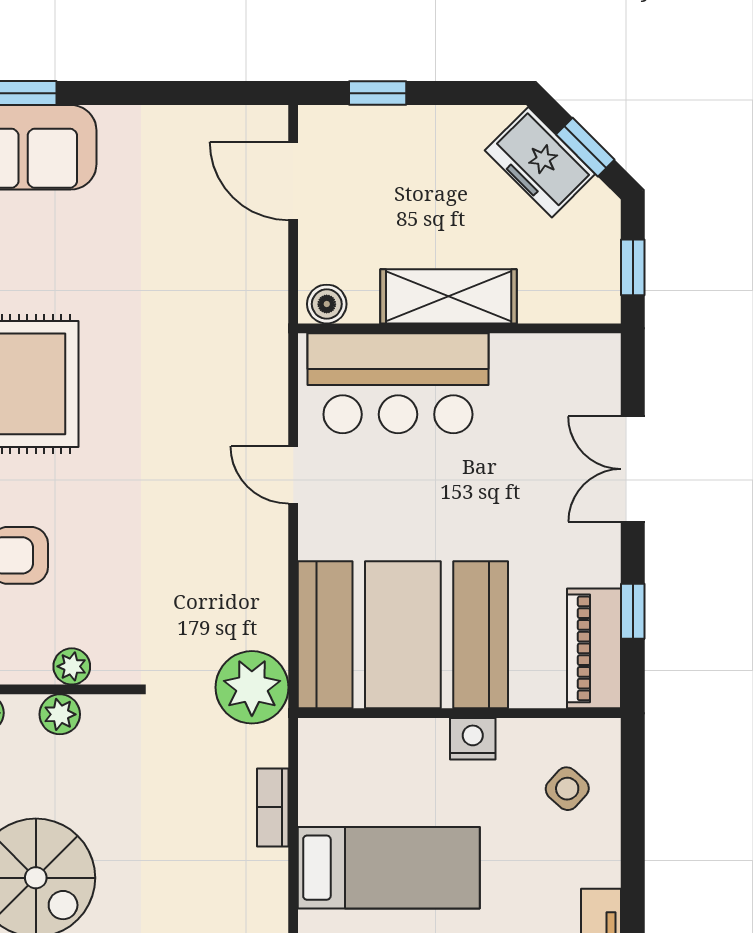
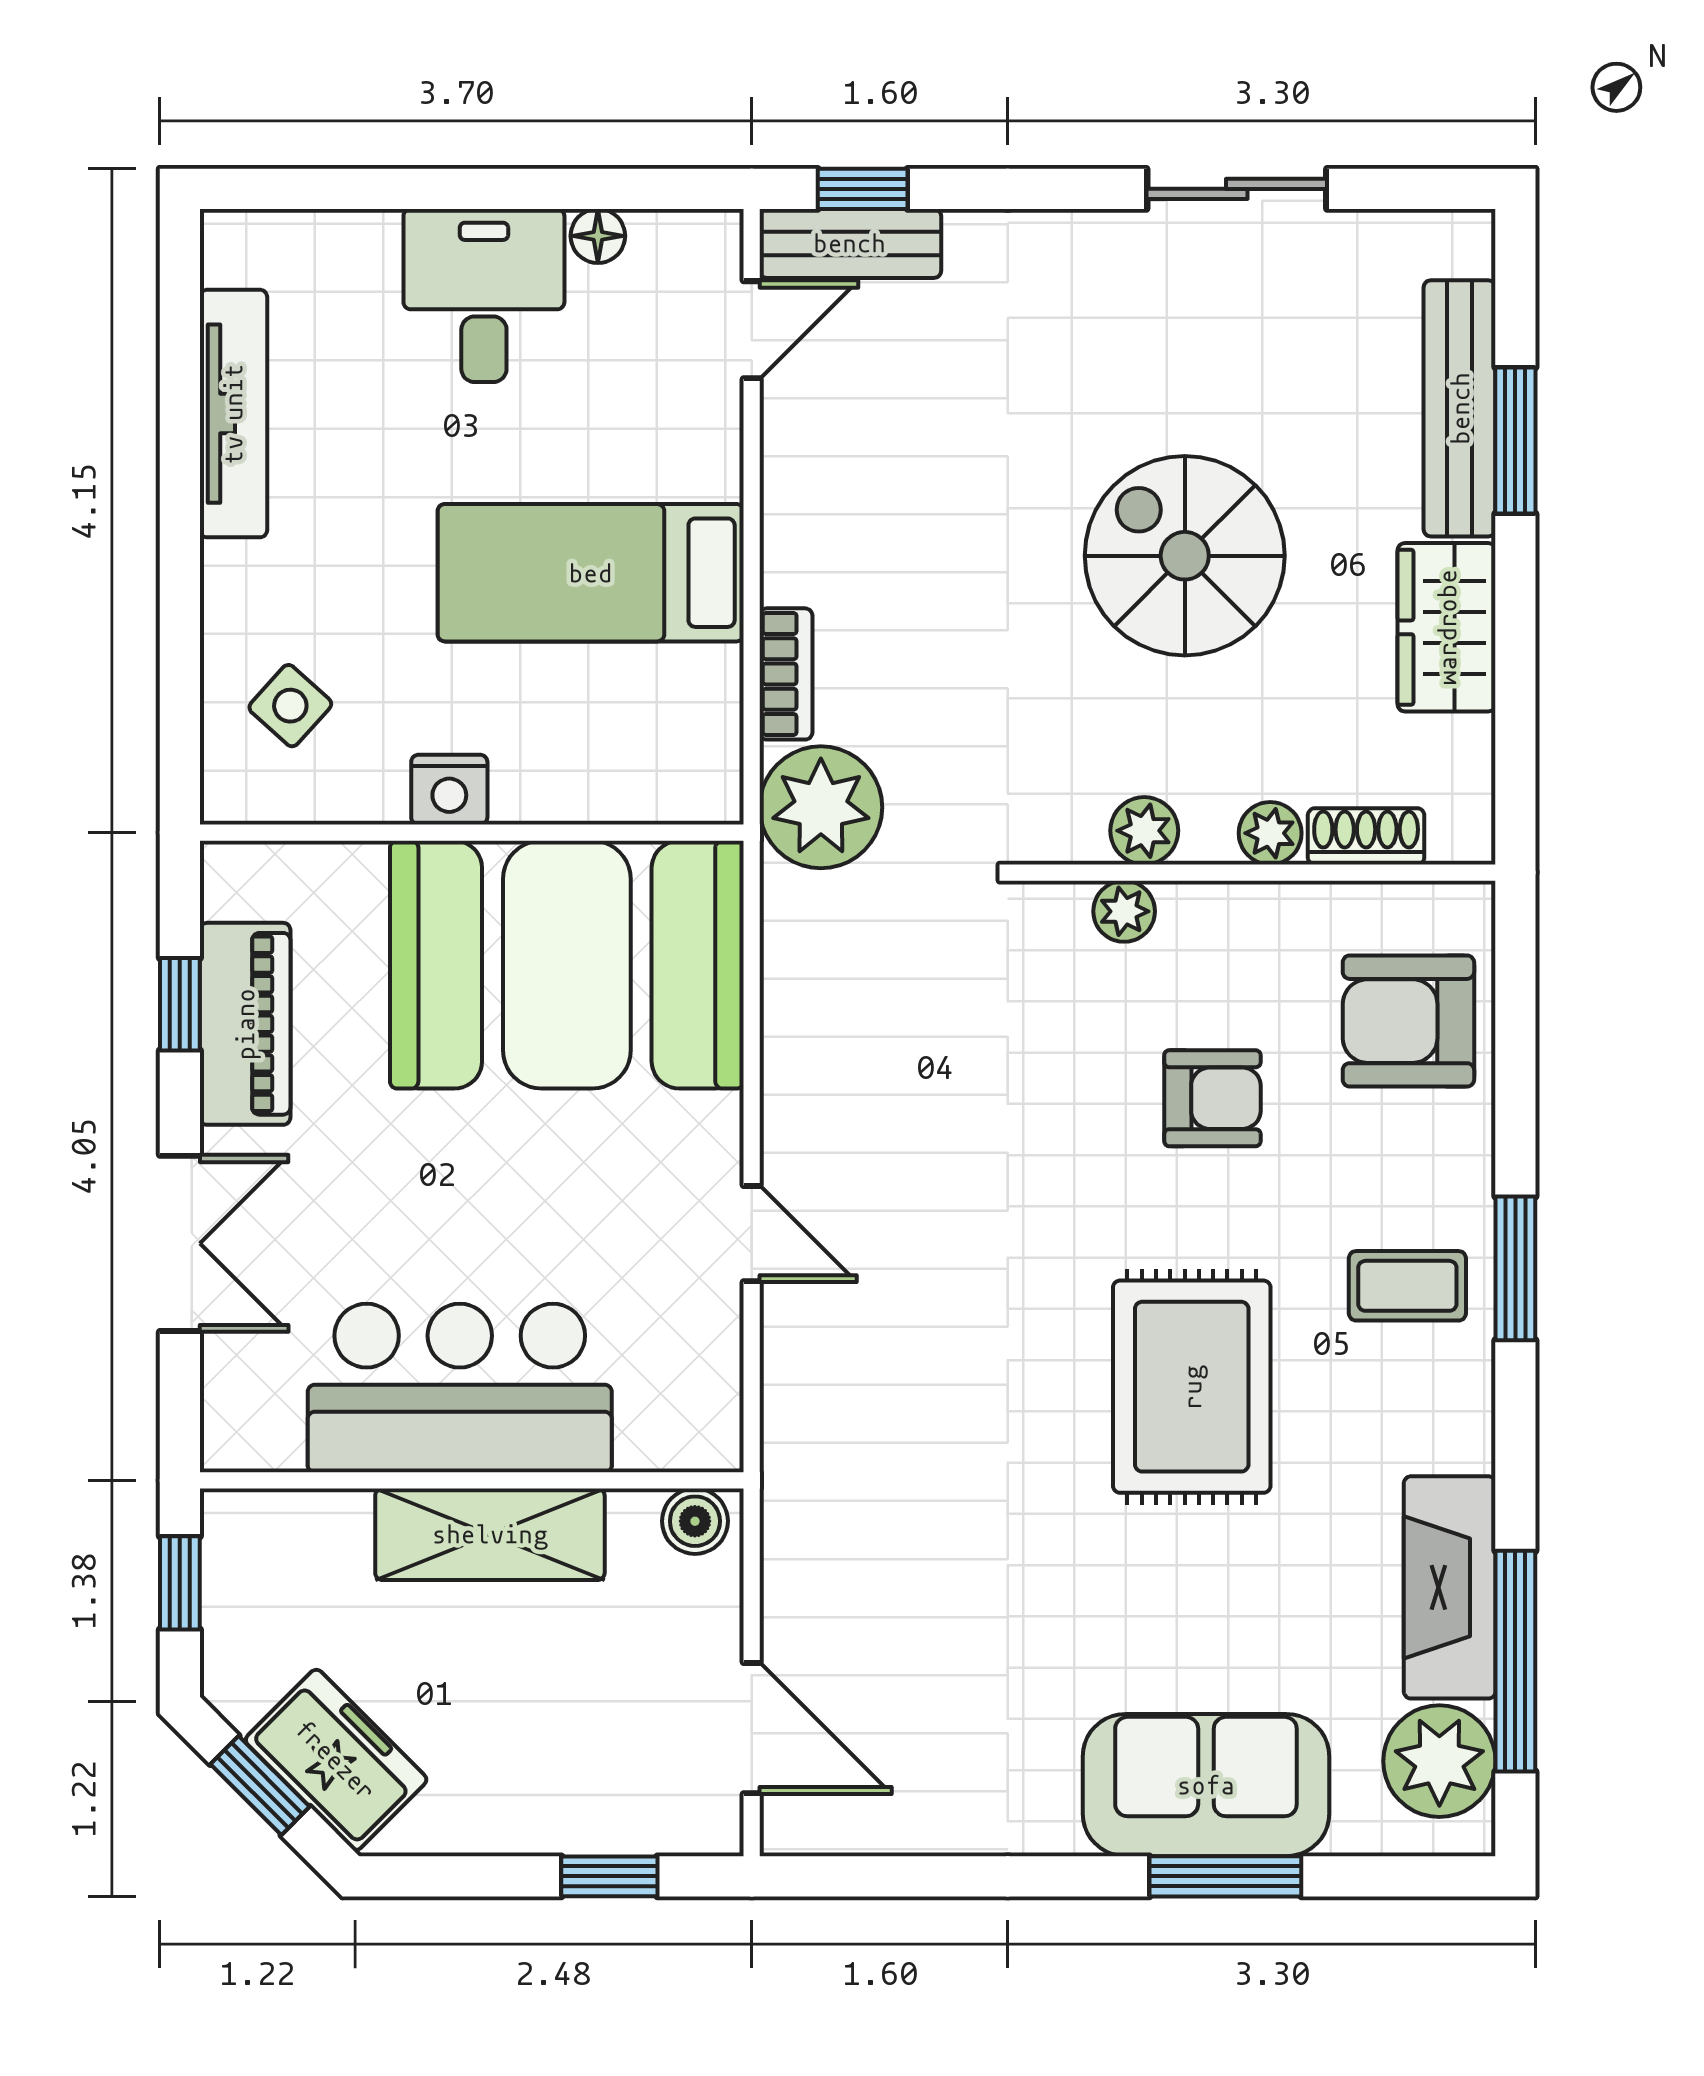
bar counter: (398, 383) -> (460, 1388), moved
piano: (594, 648) -> (245, 1024), moved
plant: (252, 687) -> (821, 807), moved

